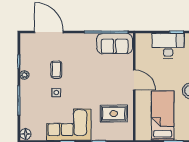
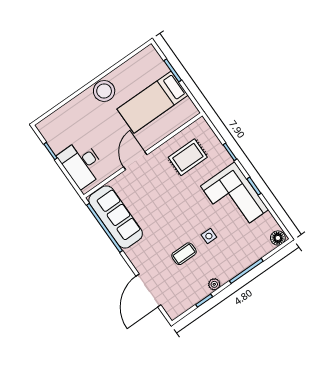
sofa: (115, 44) -> (116, 217), width x1.36
desk: (168, 46) -> (82, 164), moved
rug: (114, 114) -> (188, 157), turned 90

